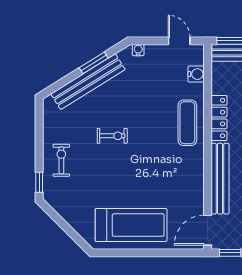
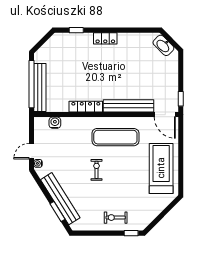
door: (179, 41) -> (32, 151), moved
window: (94, 63) -> (57, 211), moved
exercise mat: (187, 123) -> (115, 137), moved, width x1.36, depth x1.45
exercise bike: (112, 136) -> (97, 170), moved

